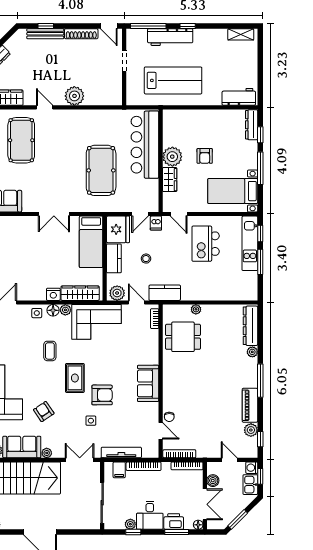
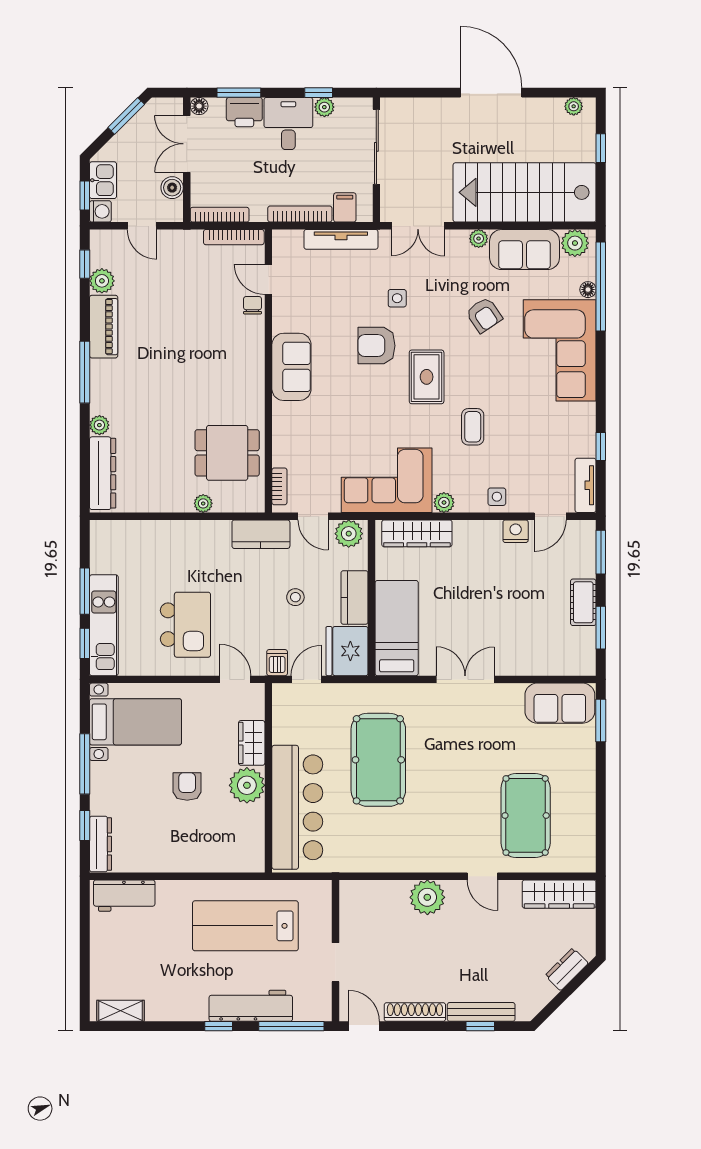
nightstand: (53, 294) -> (516, 531), moved
floor lamp: (53, 310) -> (467, 502), removed

